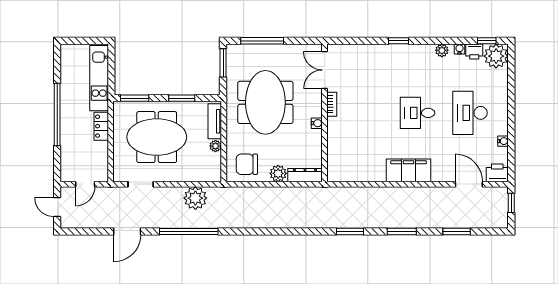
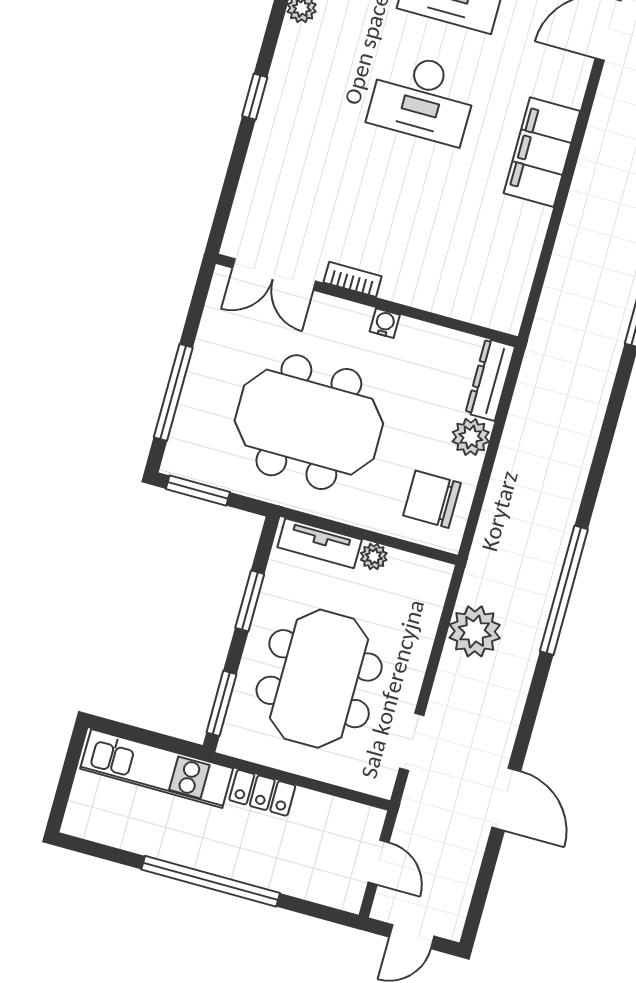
desk: (418, 113) -> (423, 98), width x1.37
chair: (247, 164) -> (432, 499), turned 90
window: (189, 231) -> (564, 590), moved

